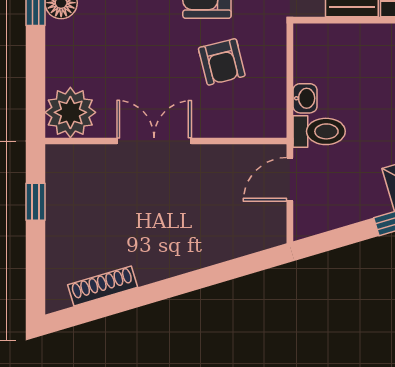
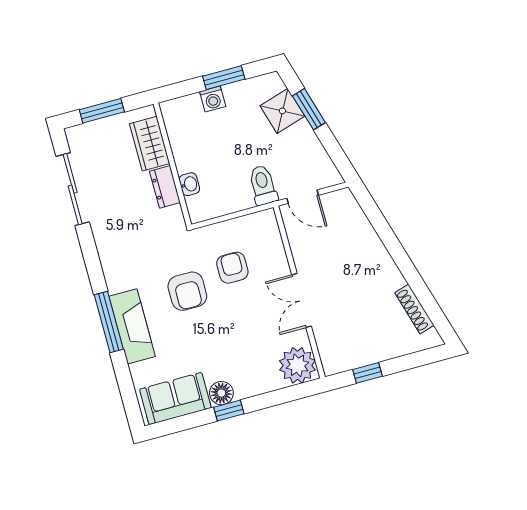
armchair: (222, 62) -> (232, 268), turned -76
washbasin: (305, 98) -> (189, 184), moved, turned 90

